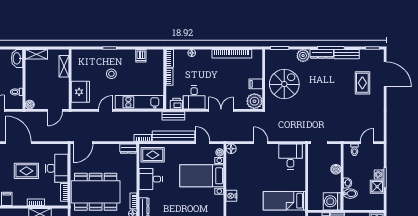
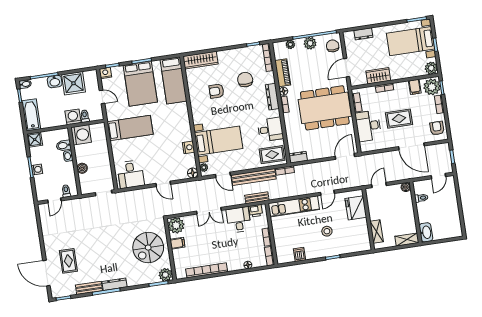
plant: (303, 56) -> (165, 275), moved
shower: (377, 187) -> (35, 140), moved
nightstand: (231, 196) -> (188, 147), moved

